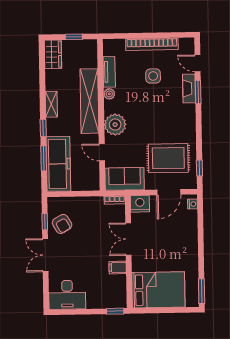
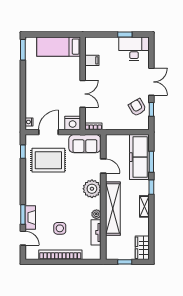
filing cabinet: (118, 267) -> (92, 60), moved
bed: (158, 290) -> (59, 47), width x0.67
window: (115, 311) -> (125, 34), moved

